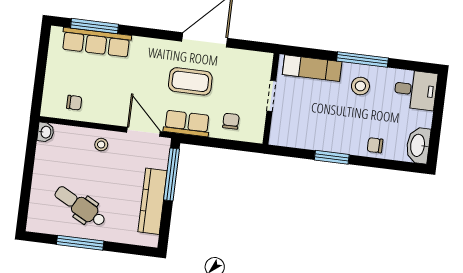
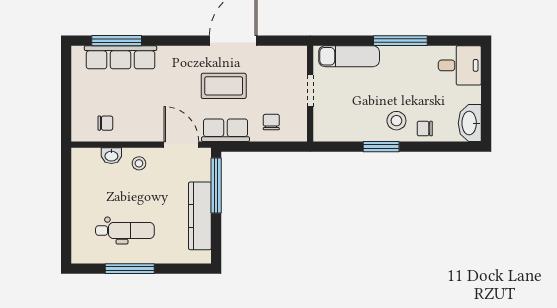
stool: (360, 86) -> (396, 121), moved
washbasin: (46, 132) -> (111, 156), moved, turned 90
dental chair: (80, 206) -> (125, 231), turned 152

